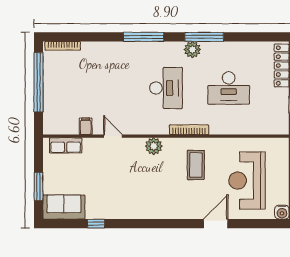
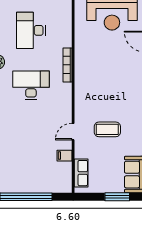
desk: (229, 88) -> (31, 30), turned 180
plant: (154, 146) -> (82, 96), removed
coffee table: (196, 165) -> (107, 129), moved

